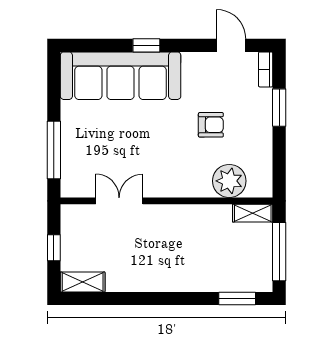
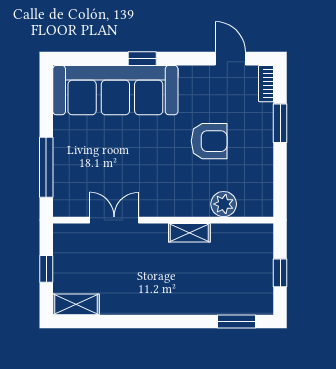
armchair: (211, 125) -> (209, 141), width x1.38, depth x1.38
plant: (229, 181) -> (224, 204), width x0.73, depth x0.73
shelving: (253, 213) -> (189, 233), moved
window: (279, 252) -> (280, 273), width x0.46

